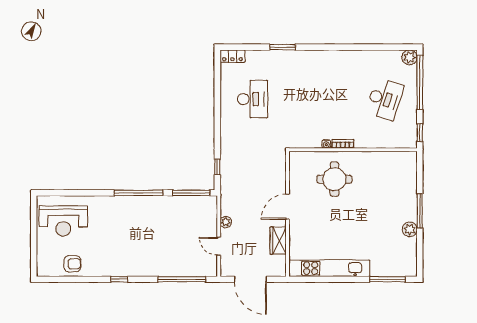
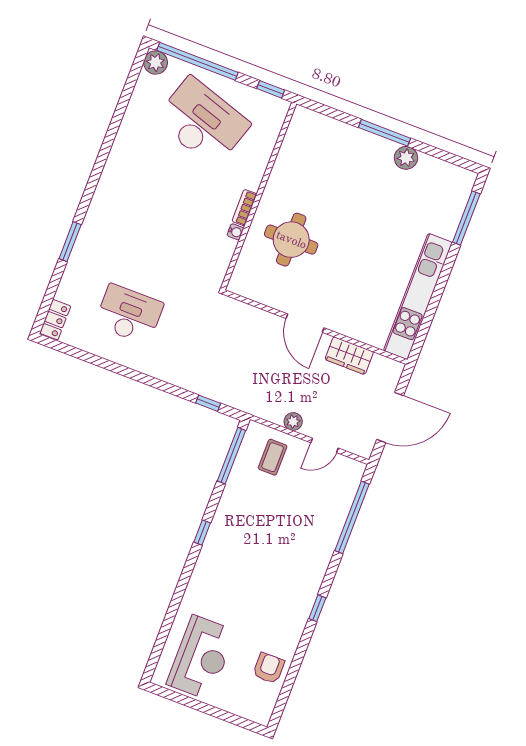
desk: (385, 99) -> (202, 122), width x1.36, depth x1.30
window: (138, 193) -> (202, 533), width x0.32
coffee table: (200, 218) -> (273, 457), added

